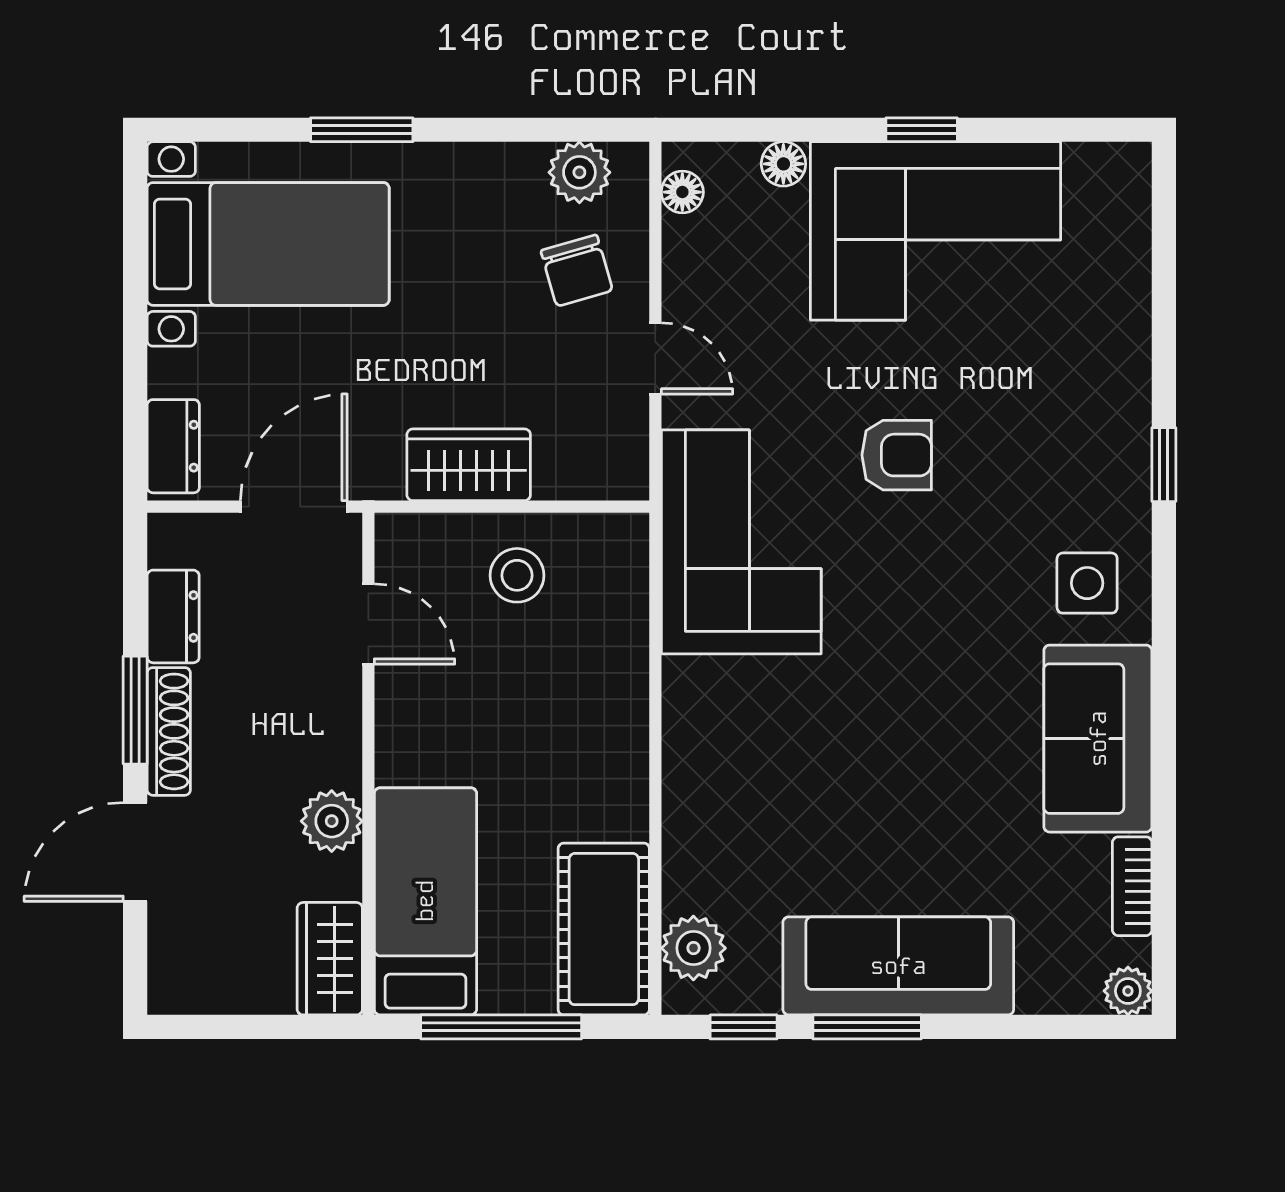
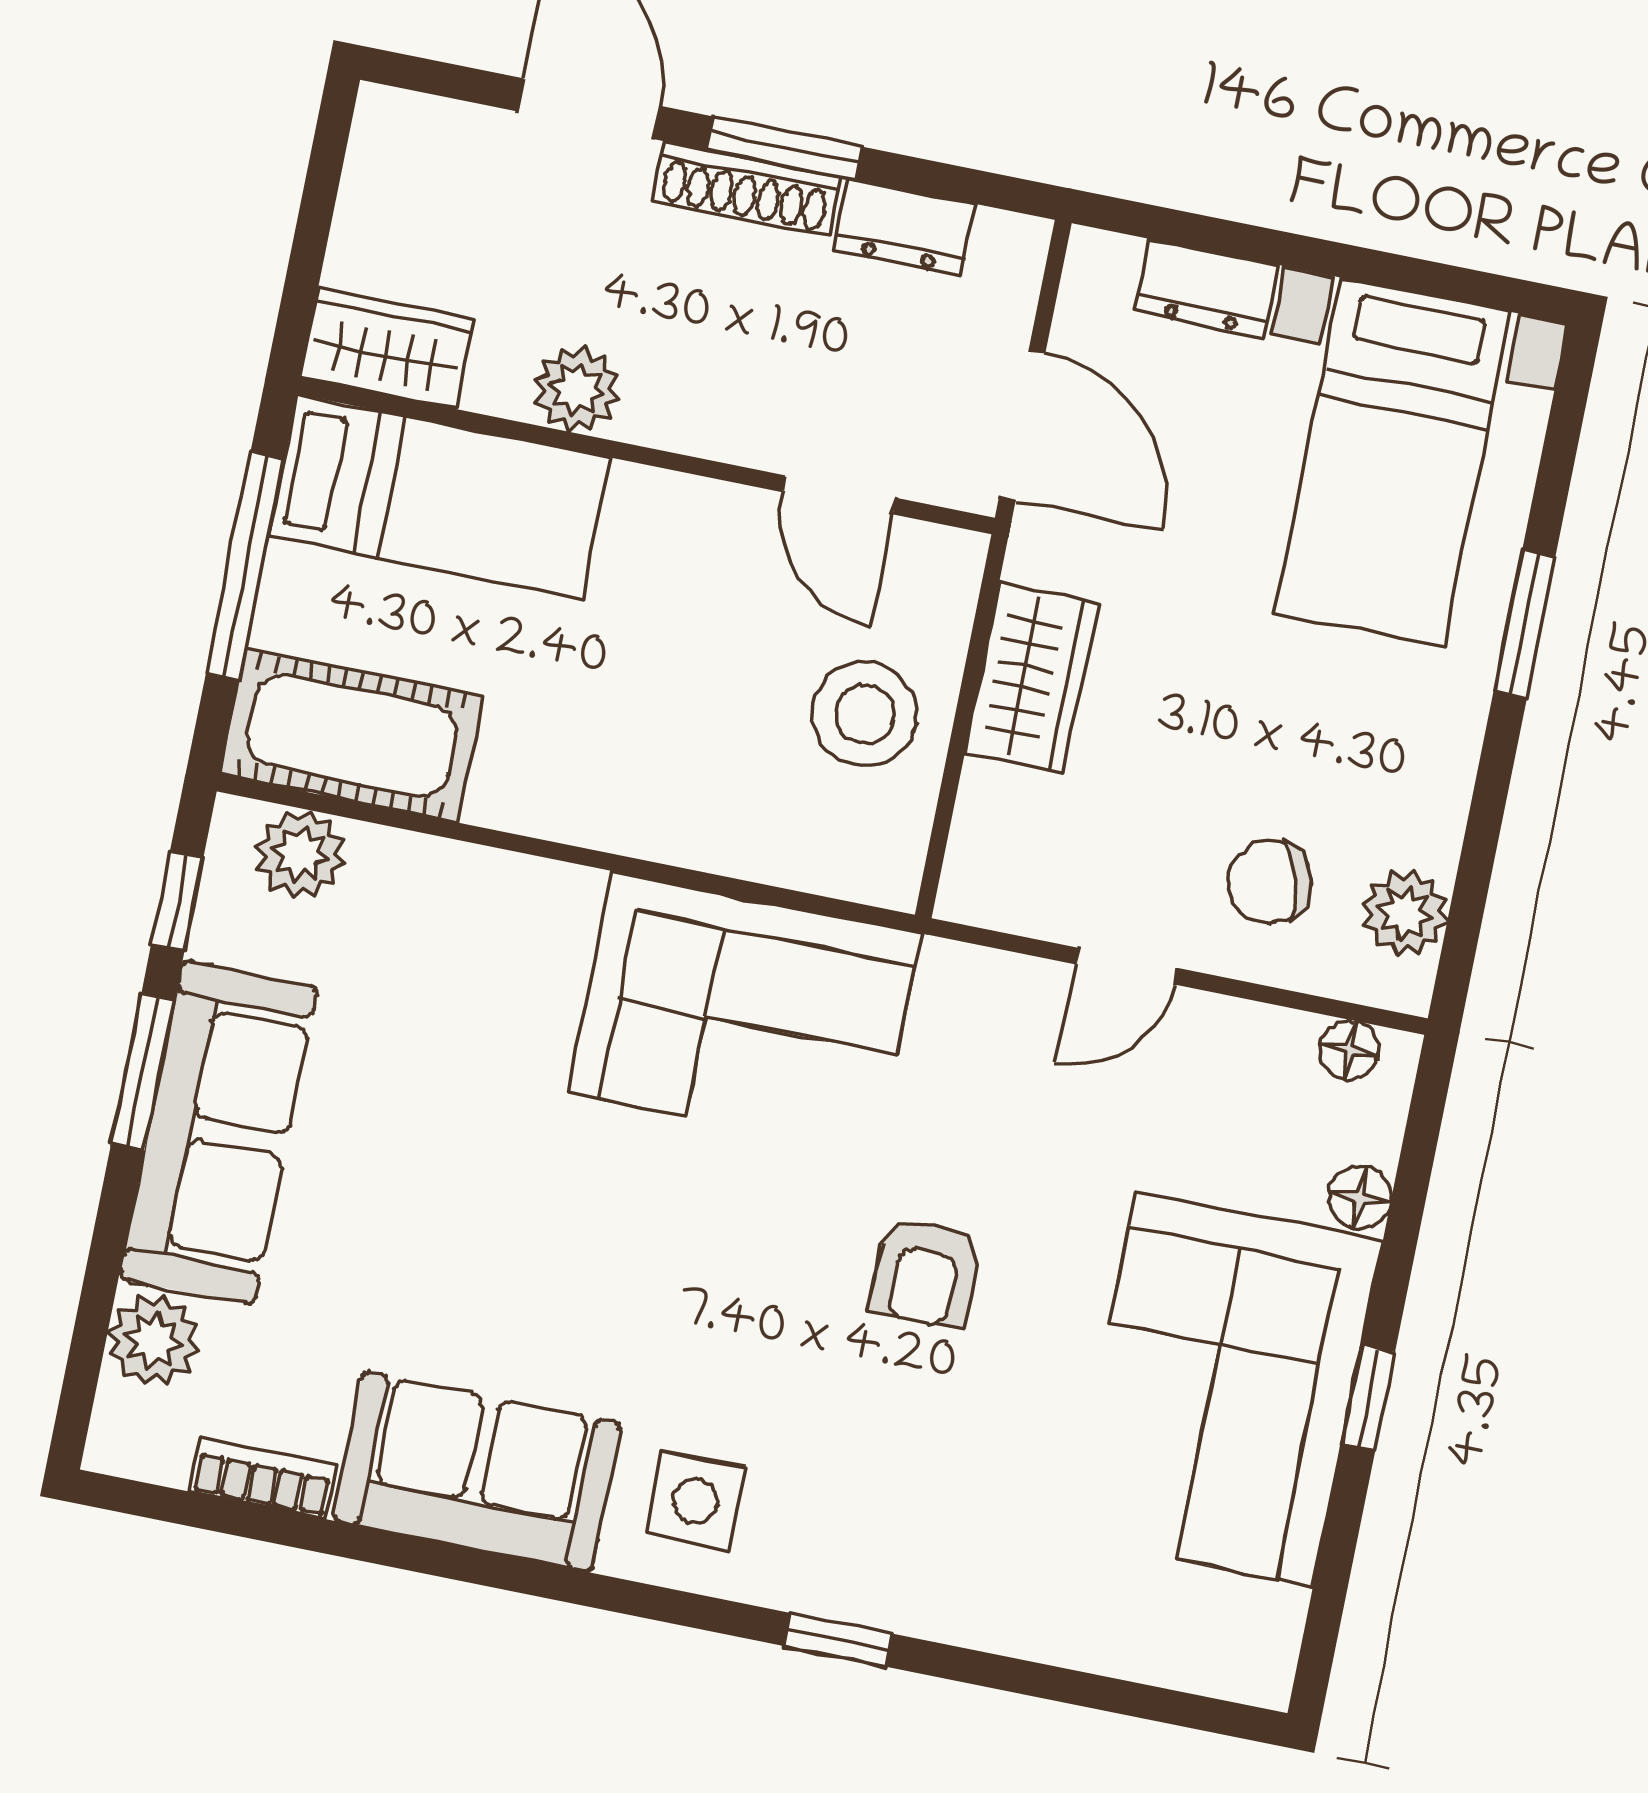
dresser: (173, 446) -> (1207, 288), moved
corner sofa: (741, 542) -> (745, 1013), moved
stool: (517, 575) -> (865, 714), width x1.38, depth x1.38
door: (368, 624) -> (839, 495), hinge flipped
plant: (1128, 991) -> (153, 1340), moved, width x1.38, depth x1.38

